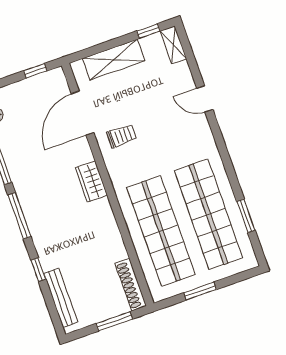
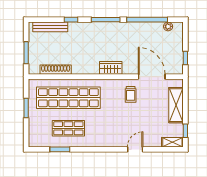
shop shelf: (208, 214) -> (68, 128), width x0.50, depth x0.74
shoe rack: (131, 285) -> (56, 70), moved

